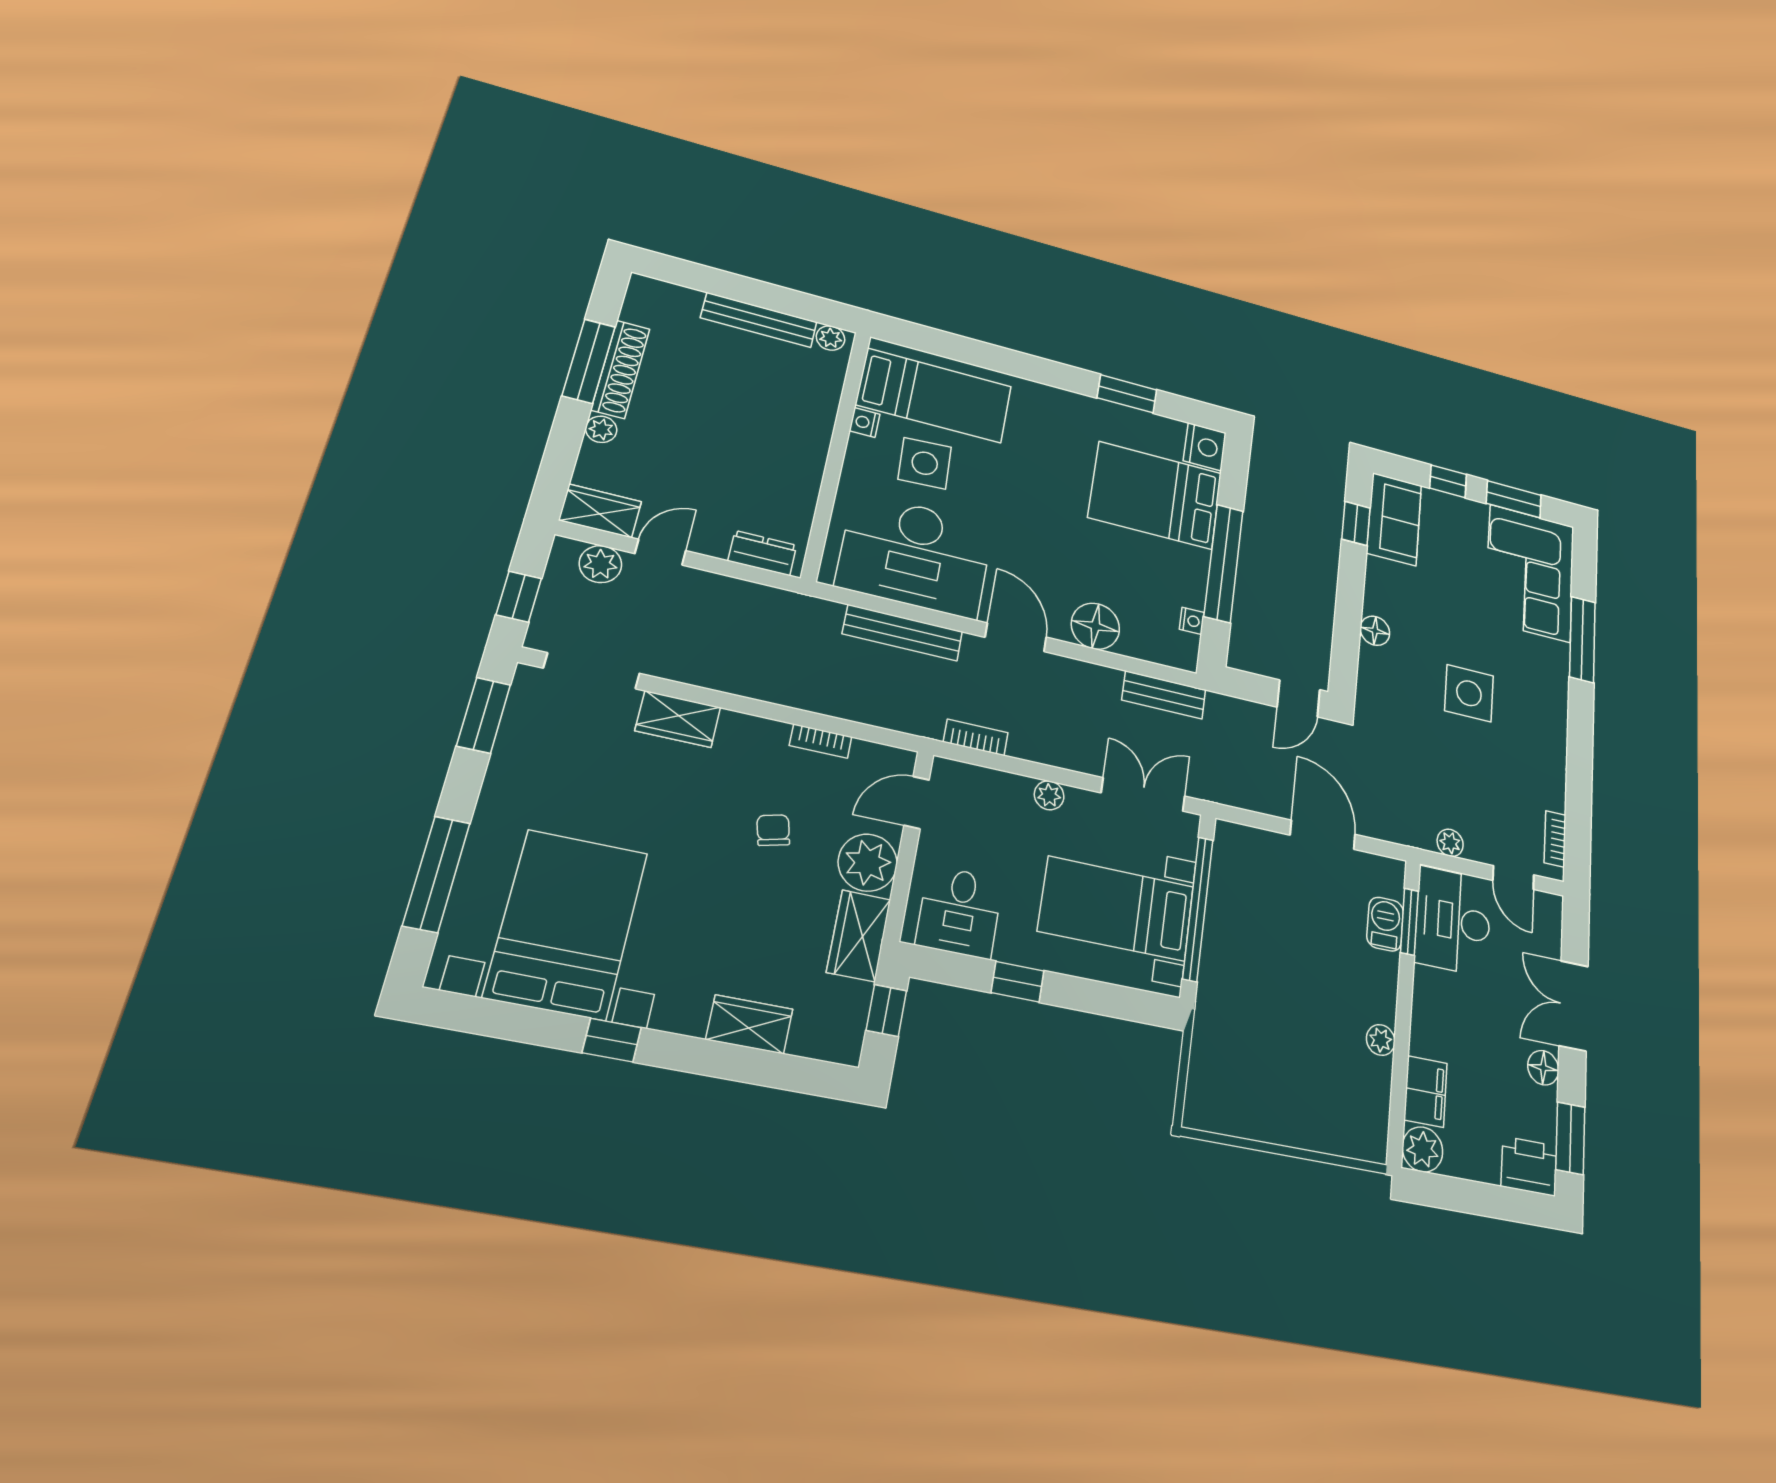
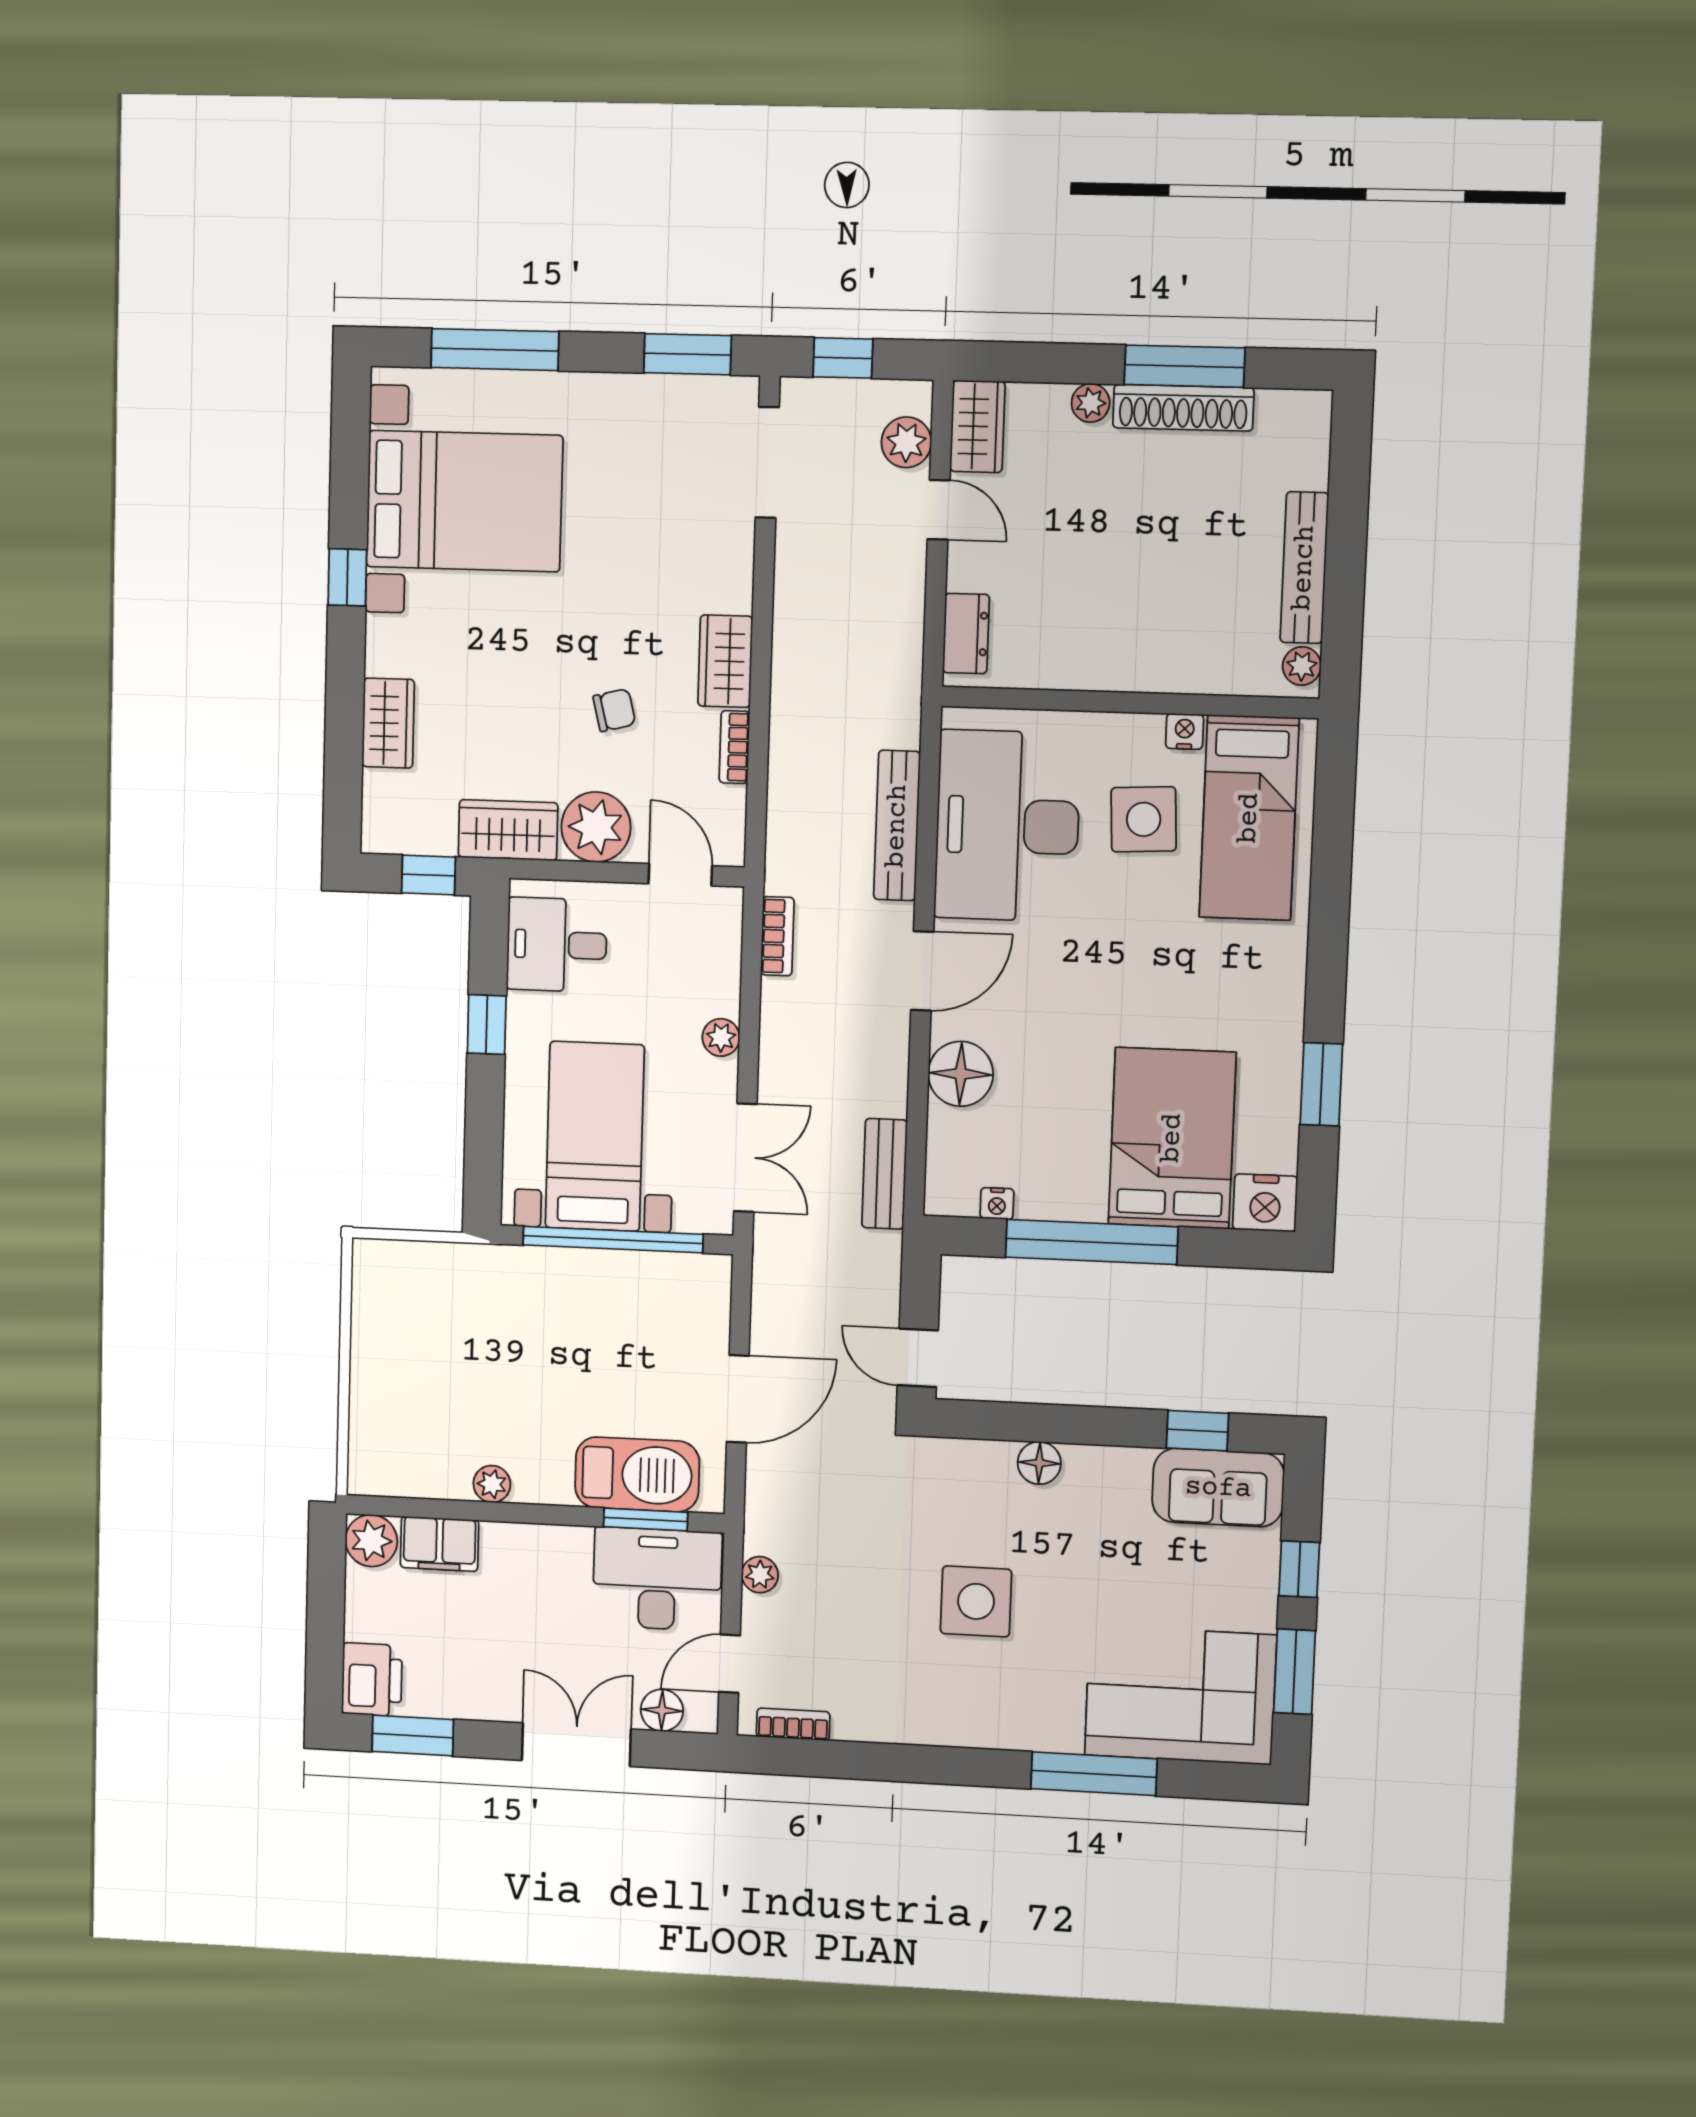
wardrobe: (678, 719) -> (725, 661), moved
barbecue: (1385, 924) -> (637, 1474), width x1.88, depth x1.53
floor lamp: (1543, 1068) -> (662, 1710), moved

